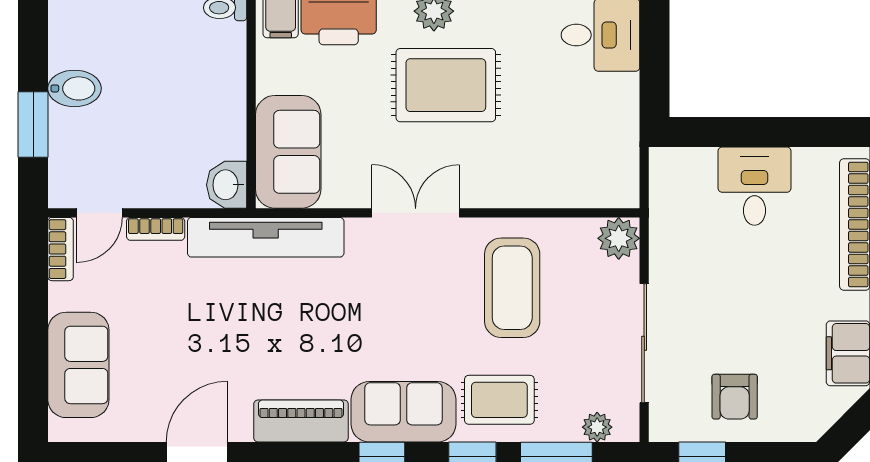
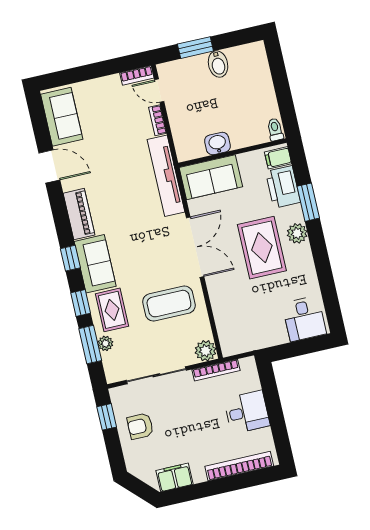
washbasin: (227, 185) -> (217, 144), moved
double door: (416, 213) -> (195, 247), width x1.37
bookcase: (660, 227) -> (216, 370), added
sofa: (78, 365) -> (62, 117), moved, turned -90
plant: (597, 427) -> (105, 343), moved

